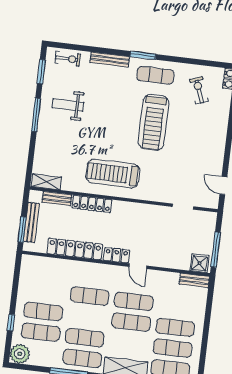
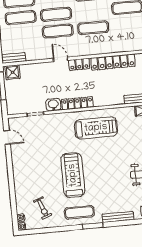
locker: (92, 204) -> (77, 103), moved
washbasin: (159, 213) -> (53, 105), added

